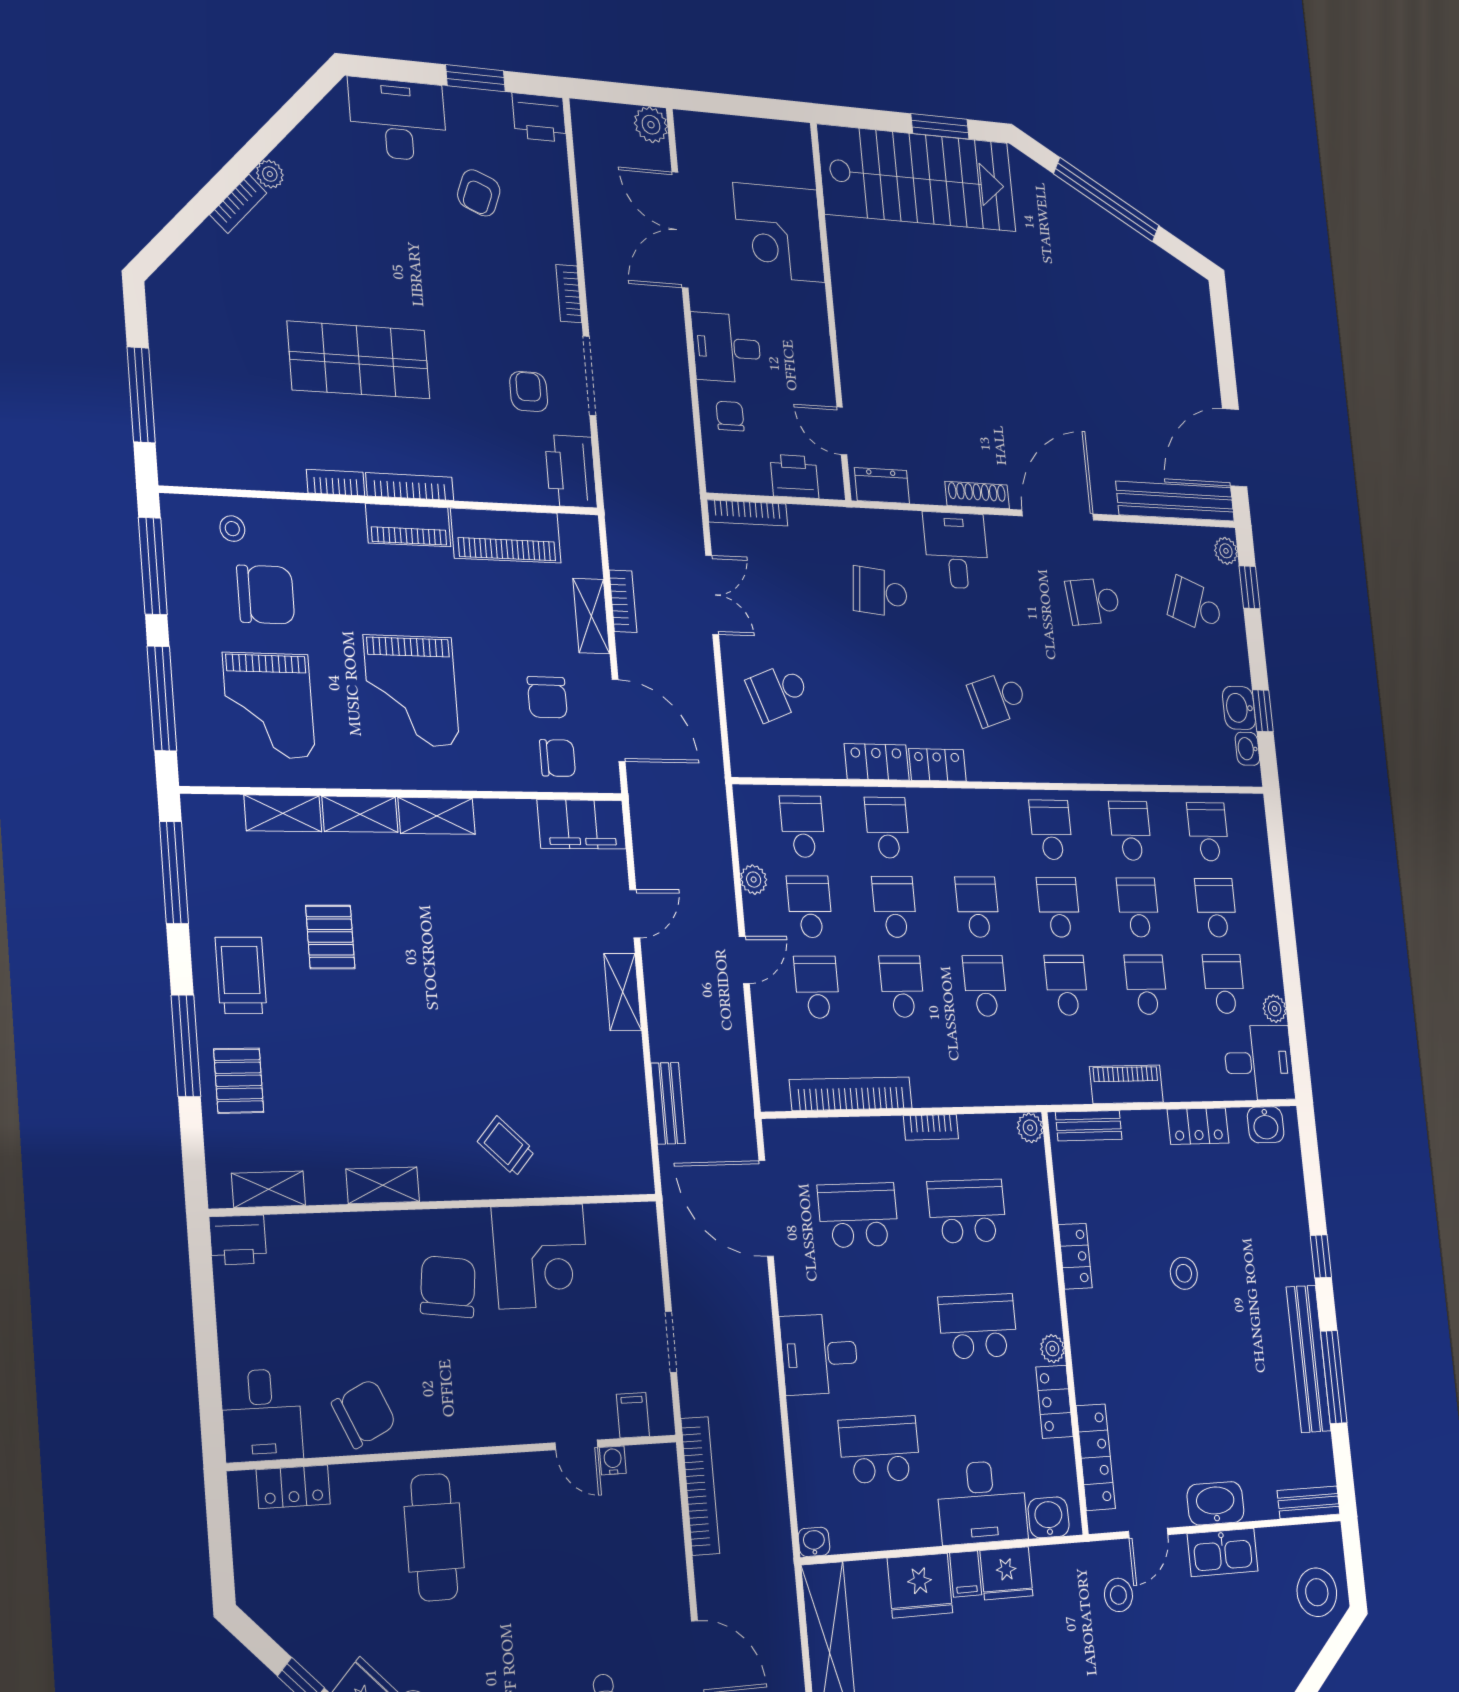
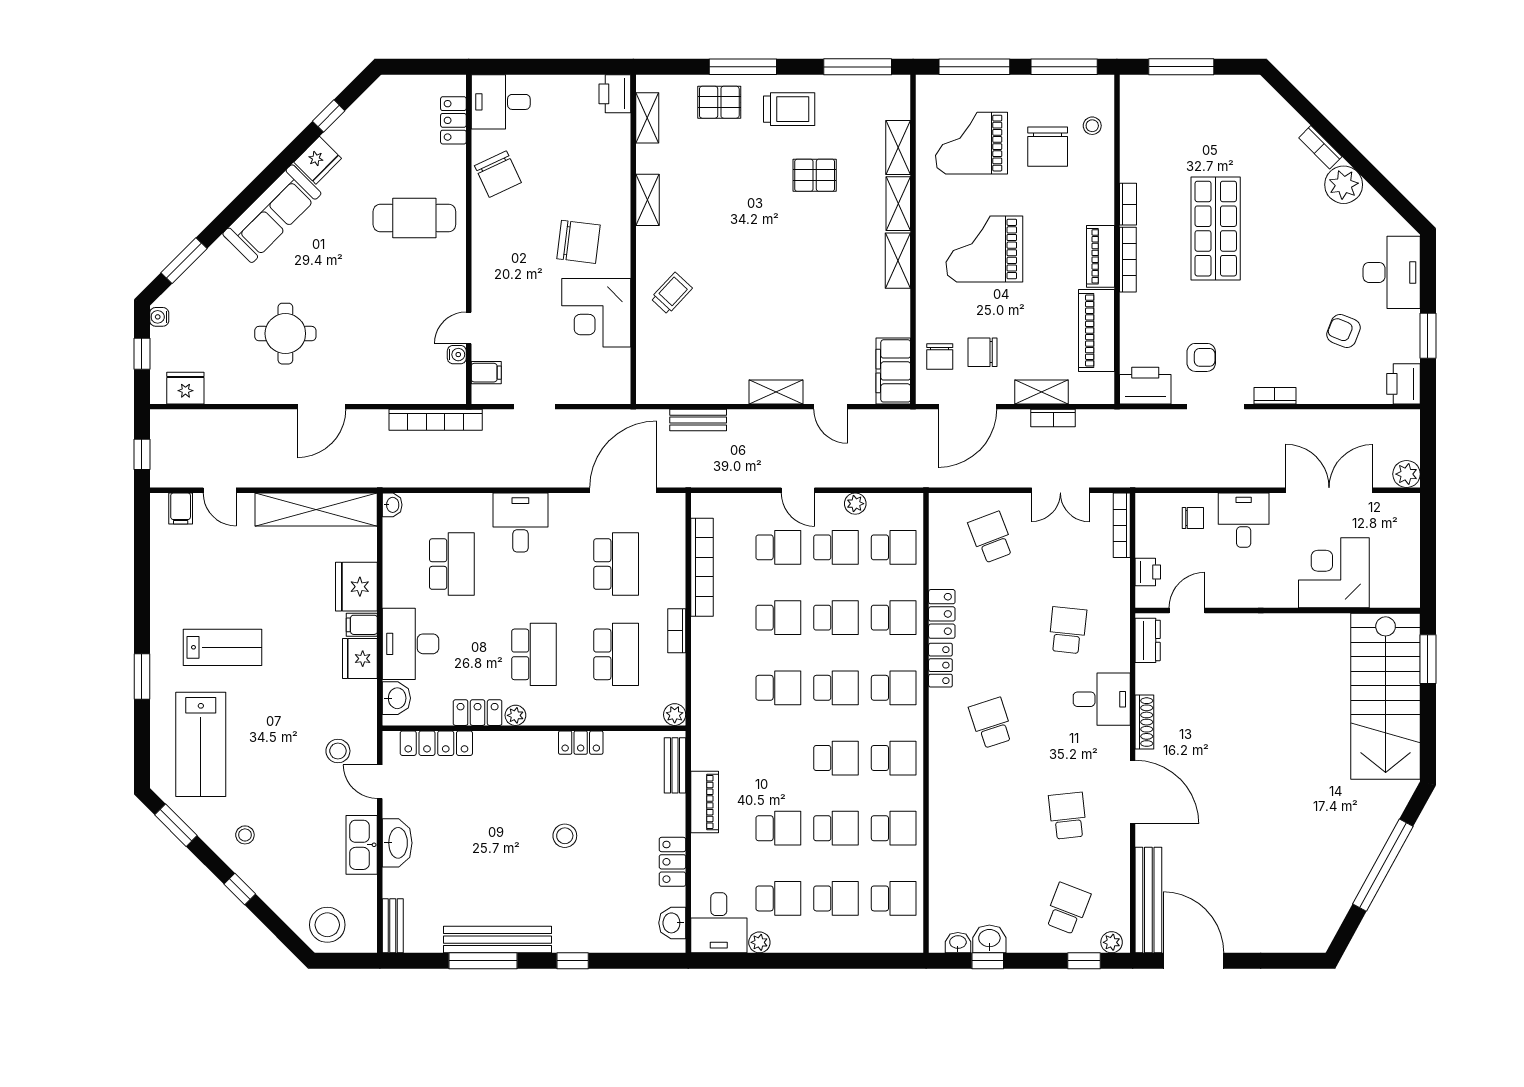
window: (940, 126) -> (1428, 659), moved
plant: (270, 174) -> (1344, 185), width x1.88, depth x1.88
printer: (794, 476) -> (1148, 572), width x0.73, depth x0.81
school desk: (1066, 985) -> (894, 688), moved

